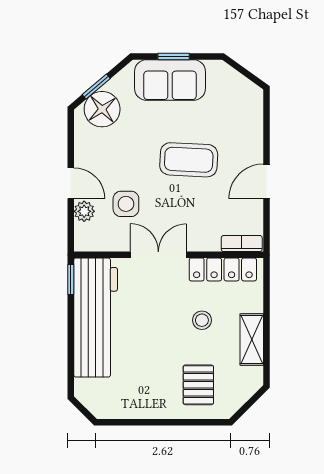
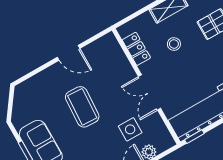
bookcase: (242, 244) -> (114, 46), removed
locker: (223, 269) -> (136, 49), width x0.66

